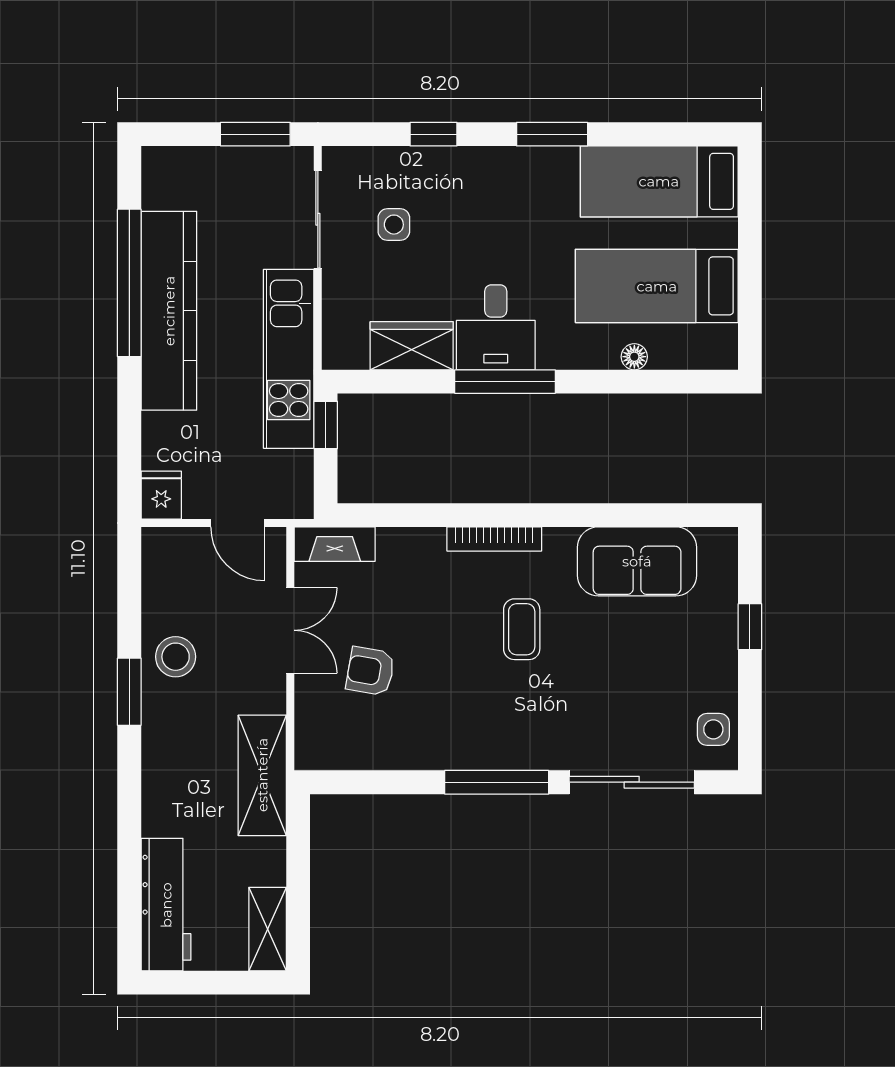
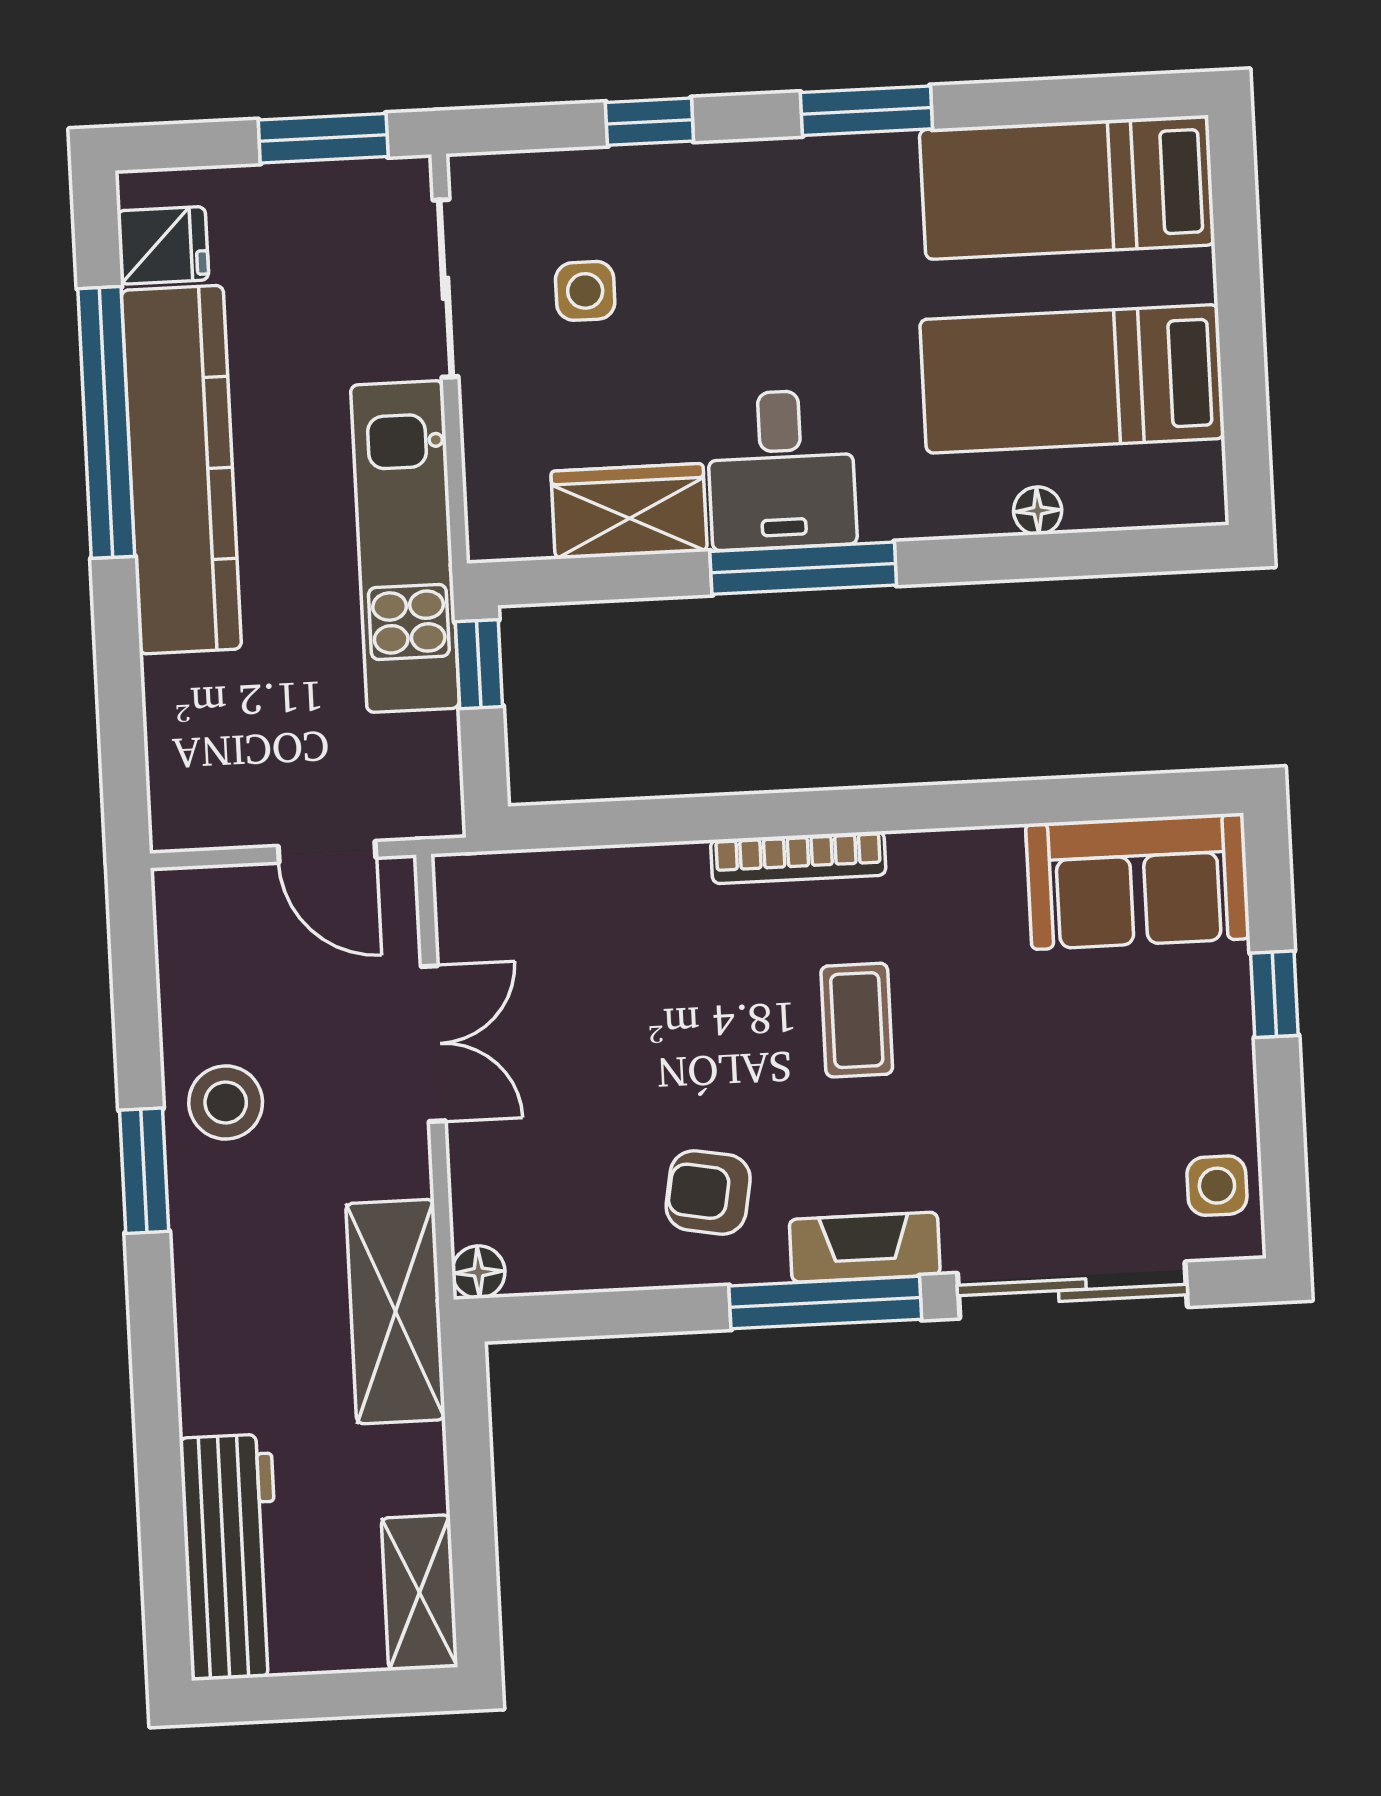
fridge: (161, 495) -> (163, 245), moved, turned 90
fireplace: (335, 544) -> (865, 1247), moved, turned 180
sofa: (637, 561) -> (1138, 881), moved
armchair: (370, 671) -> (708, 1192), moved
floor lamp: (309, 756) -> (478, 1272), added

